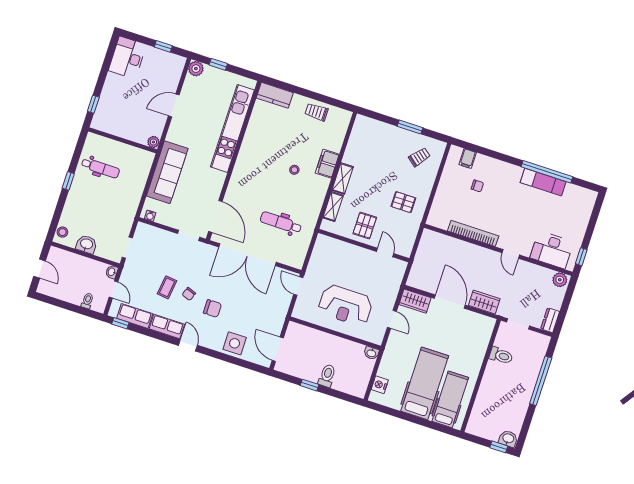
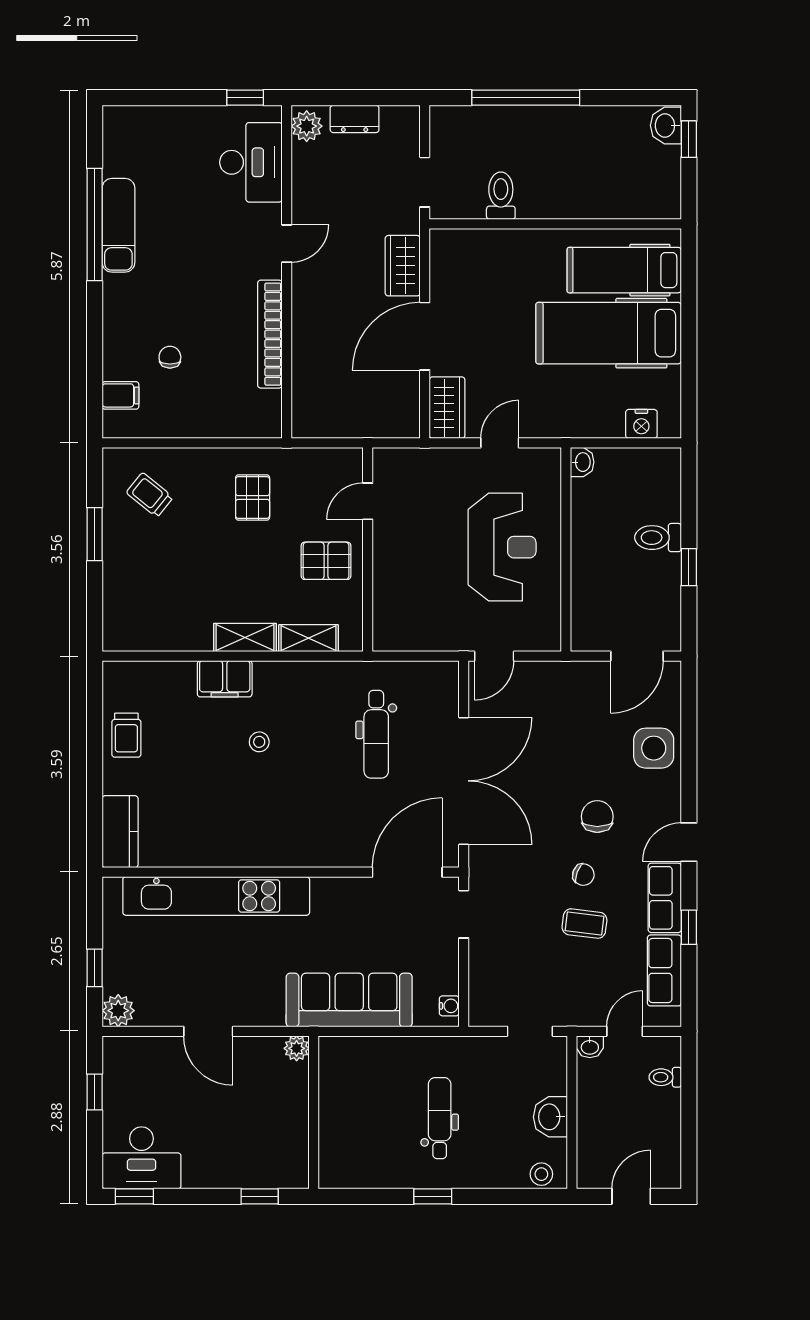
window: (111, 49) -> (134, 1196), added
dental chair: (100, 168) -> (440, 1118), moved
dresser: (550, 320) -> (355, 119), moved
window: (120, 323) -> (689, 927), moved

